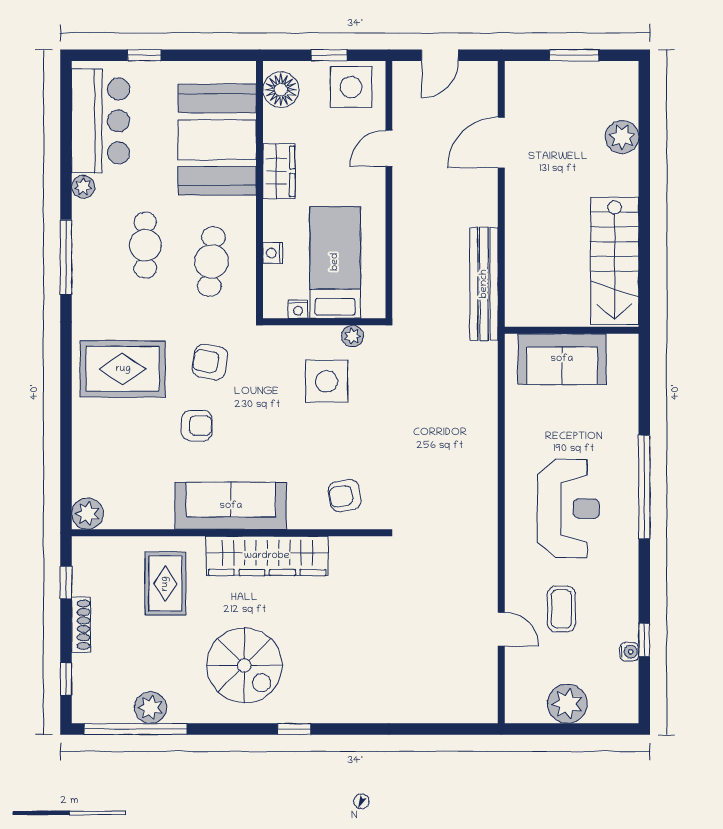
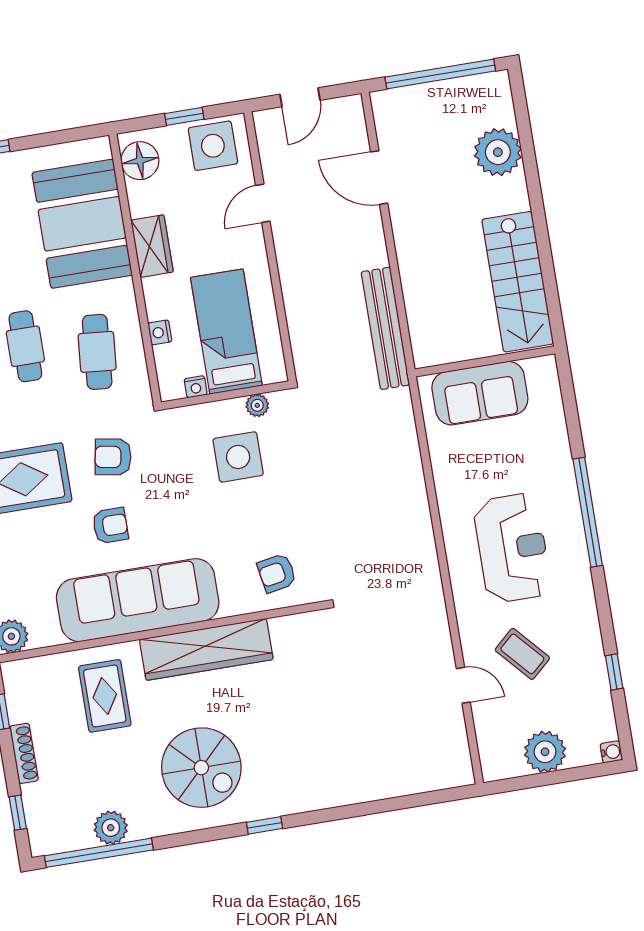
window: (574, 55) -> (440, 74), width x2.11
plant: (622, 137) -> (498, 152), width x1.36, depth x1.36
door: (501, 142) -> (379, 178), hinge flipped
sofa: (231, 506) -> (138, 600), width x1.36, depth x1.27
coffee table: (561, 609) -> (522, 654), turned -42
water cooler: (629, 652) -> (611, 752), moved

